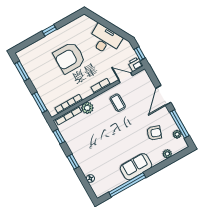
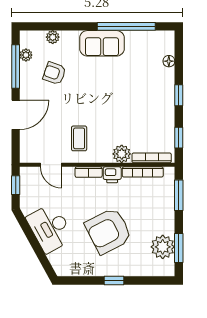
armchair: (69, 58) -> (108, 231), turned 153
printer: (135, 64) -> (112, 175), moved
plant: (32, 66) -> (163, 247), added

